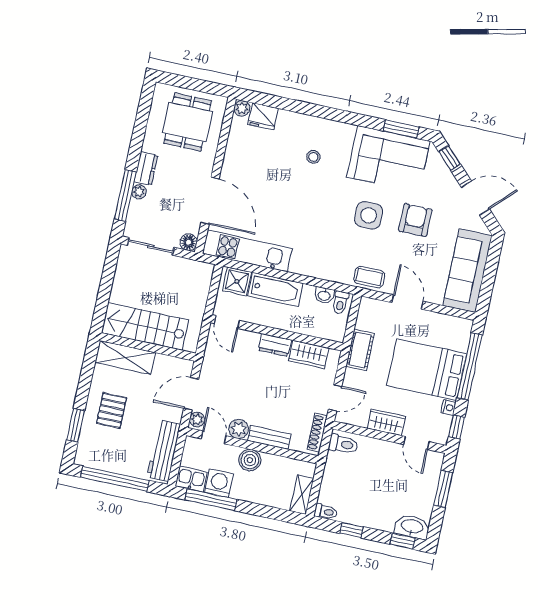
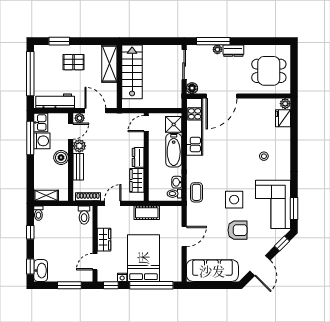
coffee table: (369, 277) -> (197, 192), moved
door: (335, 398) -> (113, 203), swing flipped

